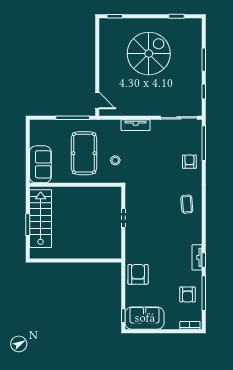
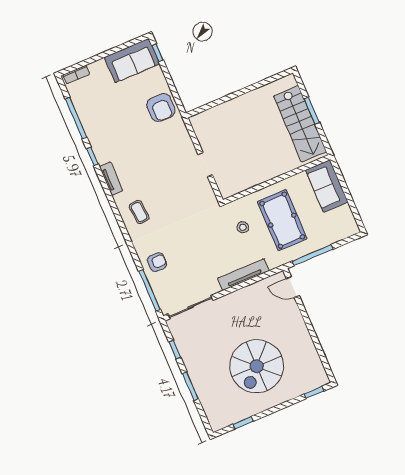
tv unit: (136, 125) -> (243, 275), width x1.41
armchair: (189, 162) -> (157, 262), turned -90
tv unit: (197, 257) -> (111, 179), moved
armchair: (188, 295) -> (94, 109), removed

